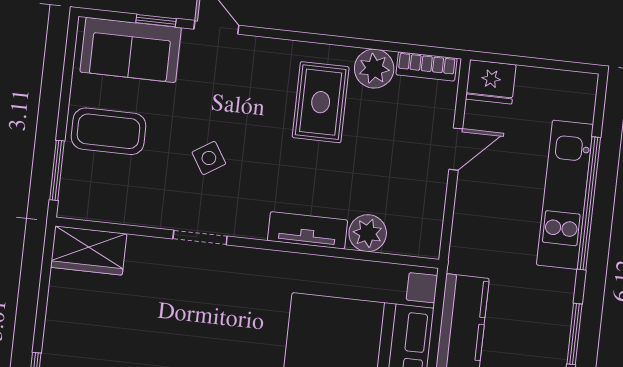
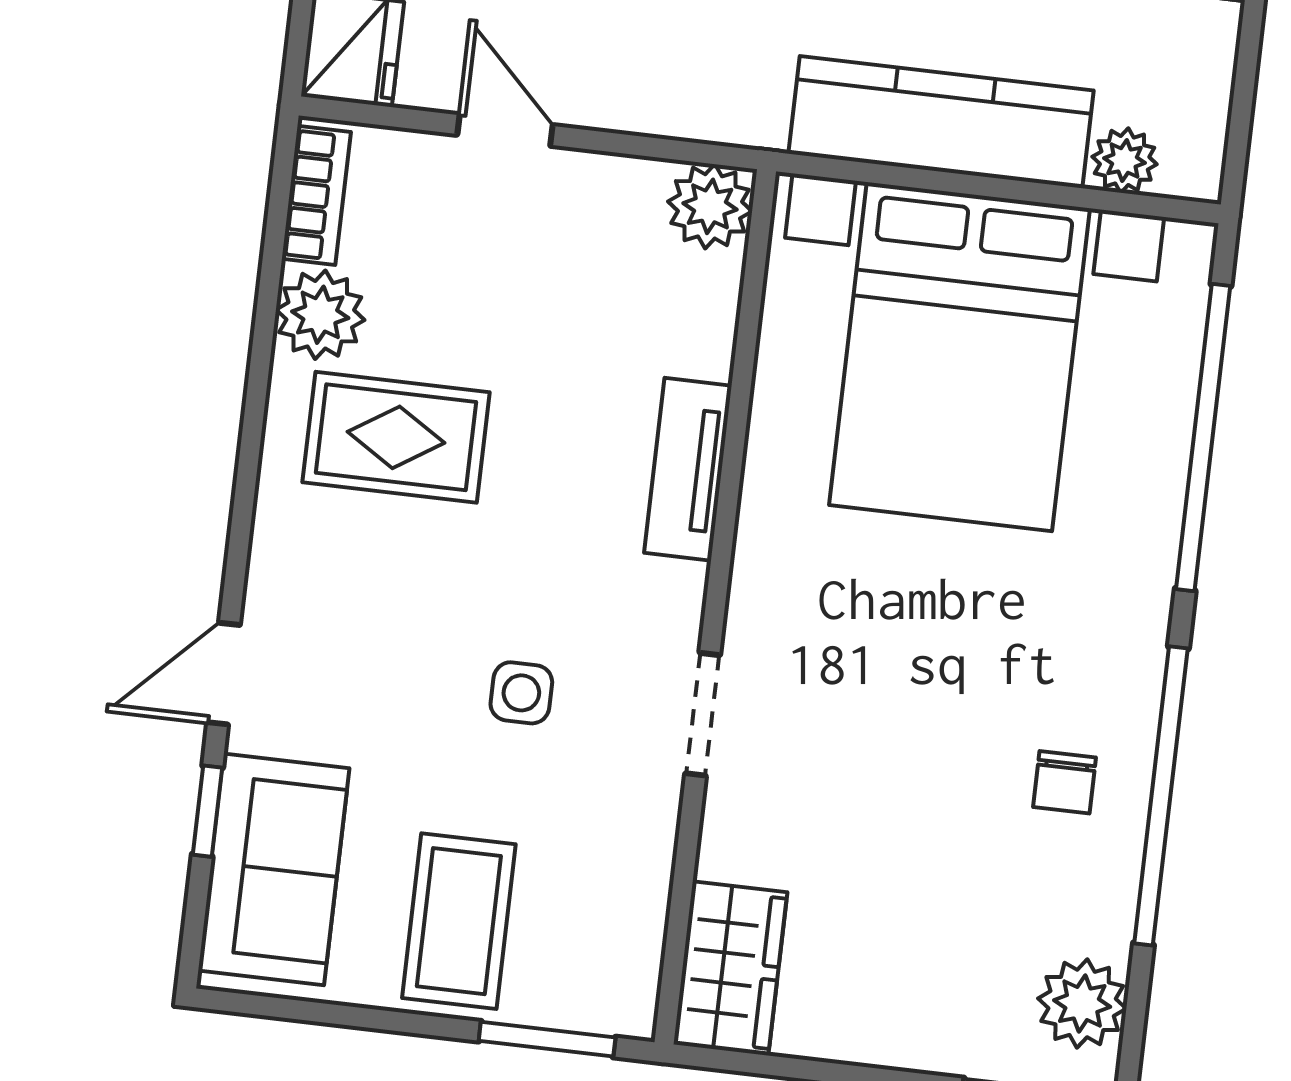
side table: (209, 158) -> (521, 693), turned 32
plant: (368, 233) -> (710, 206), moved

